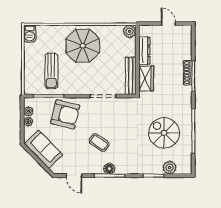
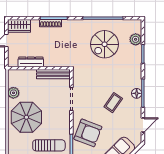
plant: (130, 31) -> (13, 93), moved
wardrobe: (146, 78) -> (19, 26), moved, turned 180
armchair: (65, 114) -> (88, 133), turned 97

